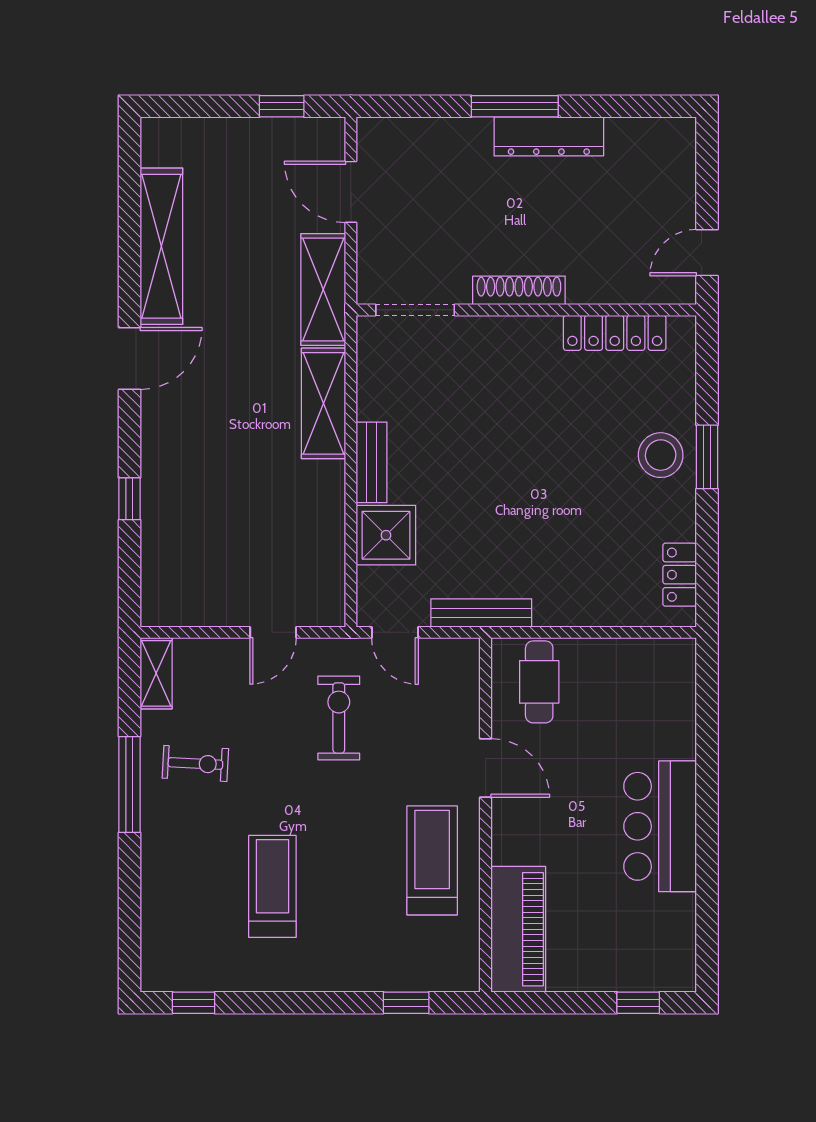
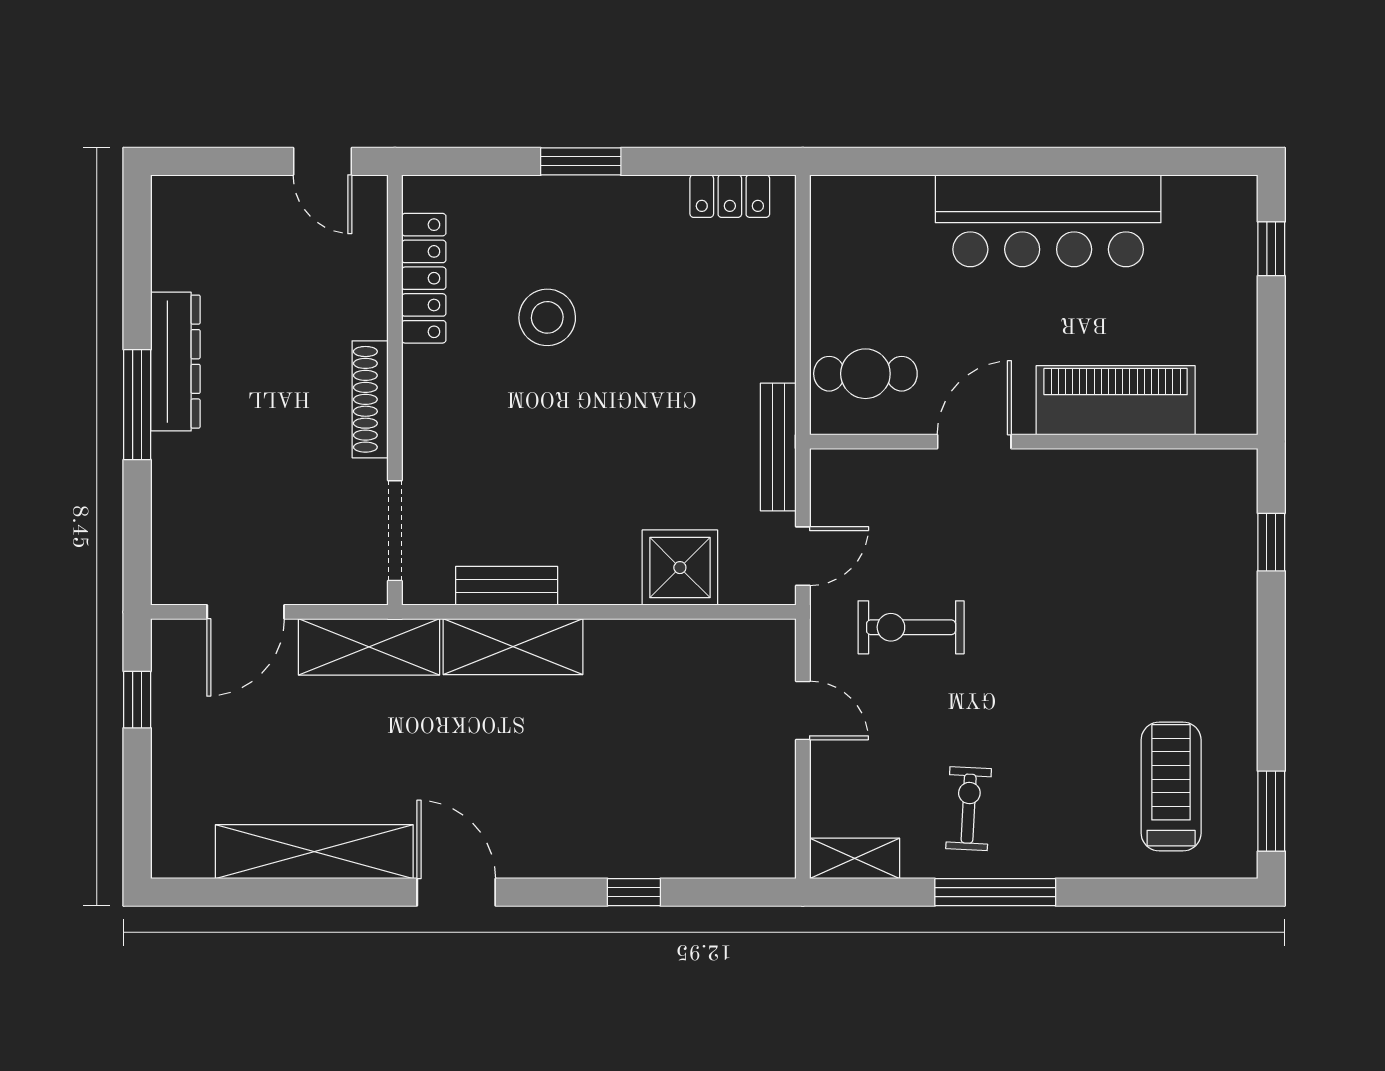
stool: (661, 455) -> (547, 317), moved
bench: (372, 462) -> (507, 586), moved
bar counter: (660, 826) -> (1048, 221), width x1.36
treadmill: (432, 860) -> (1091, 509), removed
treadmill: (272, 886) -> (1171, 787), moved, turned 90
piano: (518, 929) -> (1116, 400), moved
window: (193, 1003) -> (1271, 811), width x1.50

